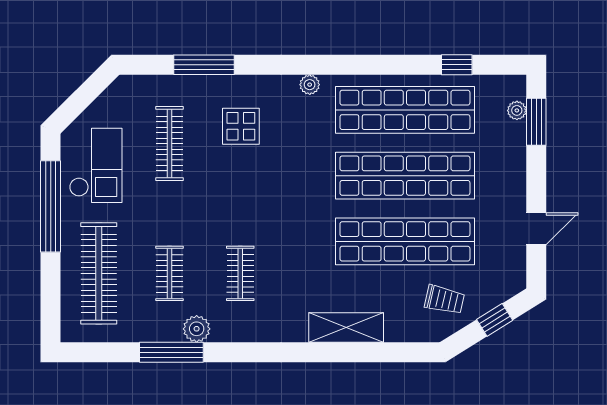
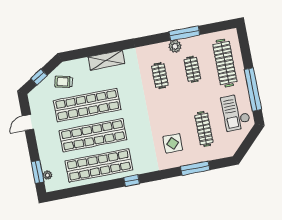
window: (457, 65) -> (132, 181), moved
plant: (310, 85) -> (145, 168), removed

